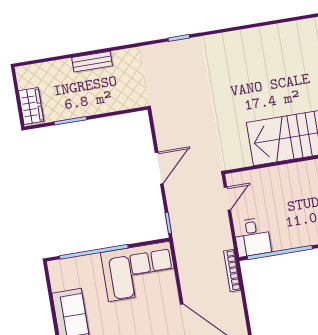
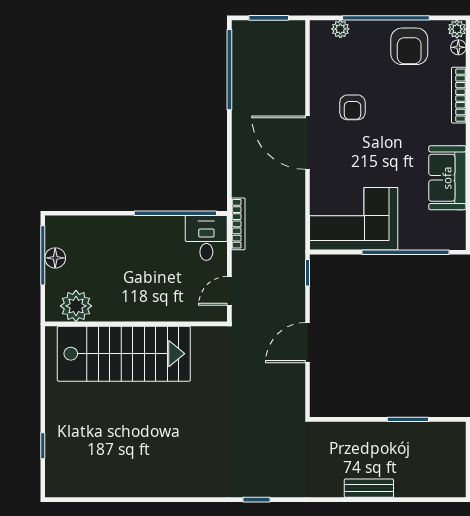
wardrobe: (31, 106) -> (453, 446), removed
bookcase: (232, 271) -> (238, 224), moved

